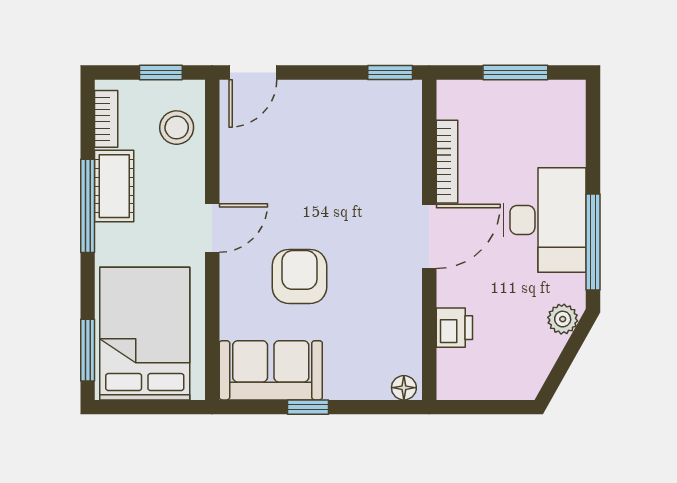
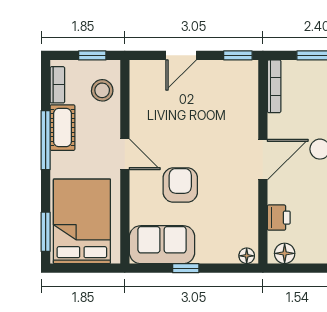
door: (253, 73) -> (181, 55), moved
bookcase: (447, 162) -> (274, 86), moved
door: (212, 228) -> (125, 154), hinge flipped
floor lamp: (464, 384) -> (285, 253), added

